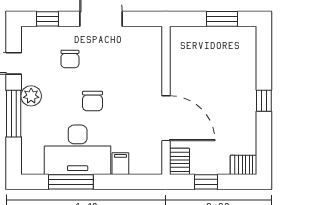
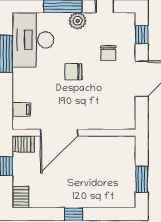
chair: (70, 59) -> (108, 53), turned -90
desk: (78, 150) -> (33, 40), moved
filing cabinet: (120, 164) -> (21, 110), moved

